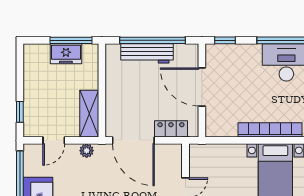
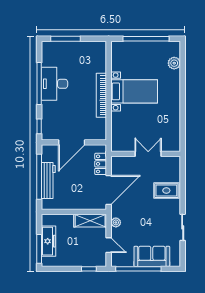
window: (71, 40) -> (39, 249), moved
freezer: (66, 54) -> (49, 241), width x1.40

